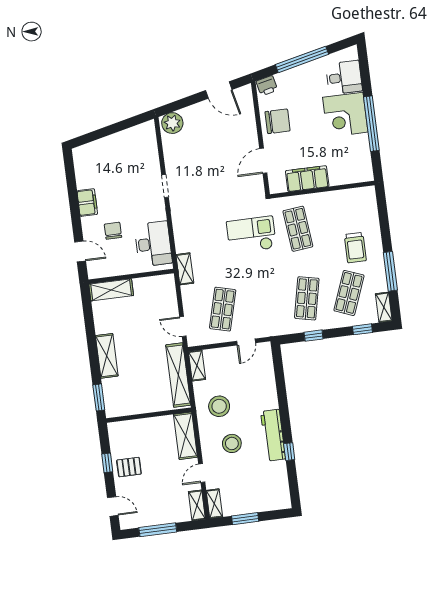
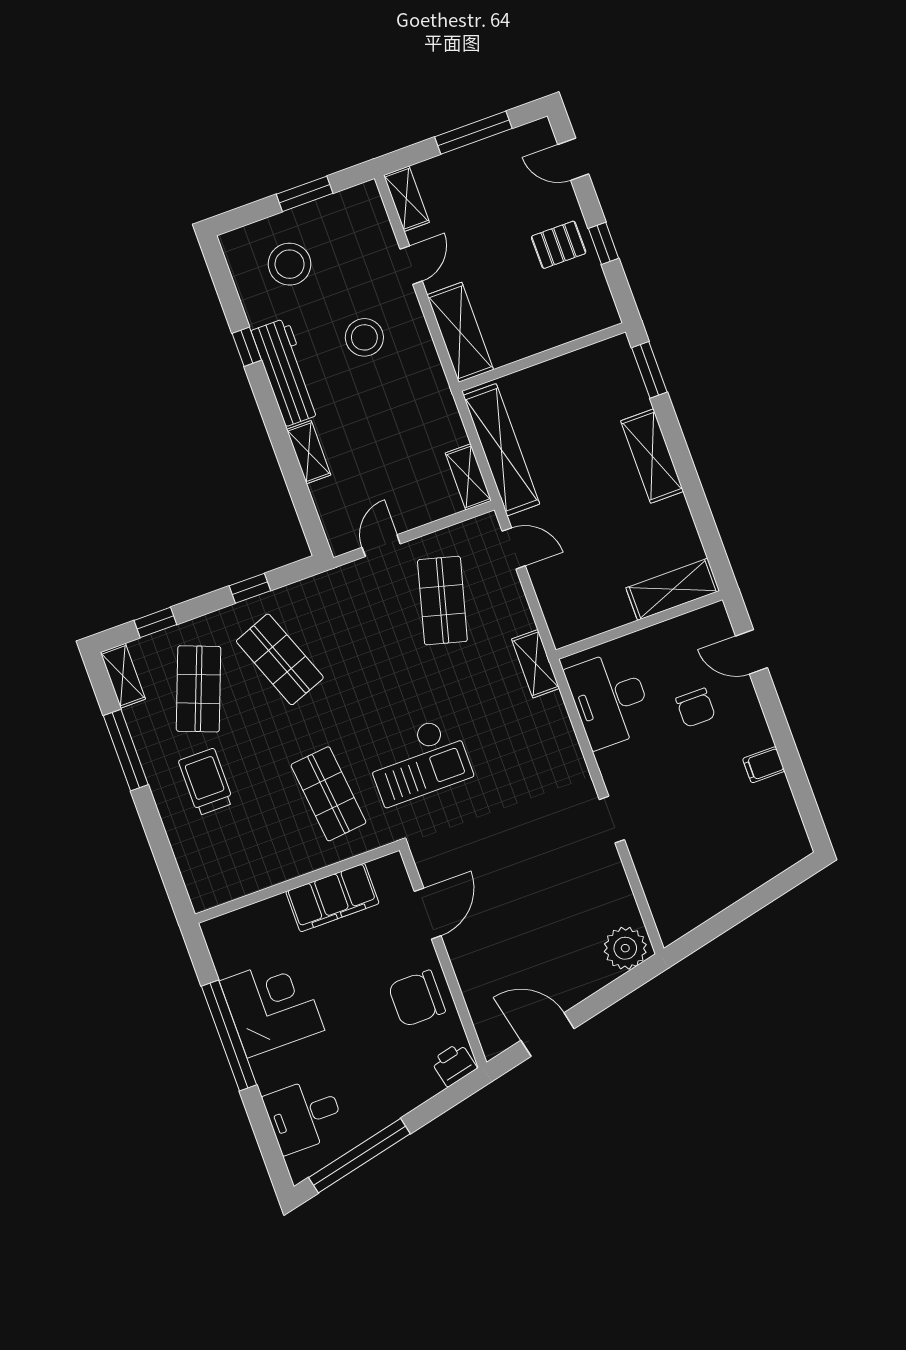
window: (302, 59) -> (359, 1156), moved
corner desk: (345, 115) -> (272, 1006), moved
filing cabinet: (87, 203) -> (764, 765), width x0.50
shop shelf: (307, 298) -> (280, 659), turned -33
stool: (219, 406) -> (290, 264), moved
shelving: (214, 504) -> (309, 452), moved

